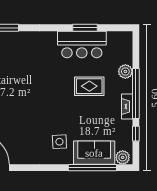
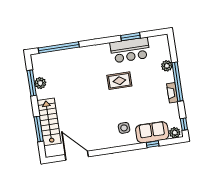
rug: (89, 86) -> (119, 81), moved
window: (136, 134) -> (184, 124), moved
window: (92, 168) -> (153, 144), width x0.32

